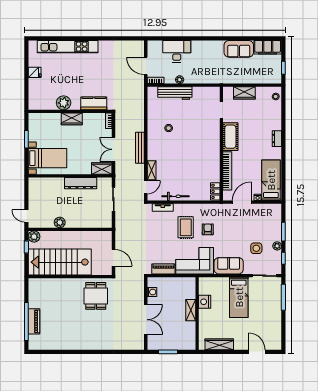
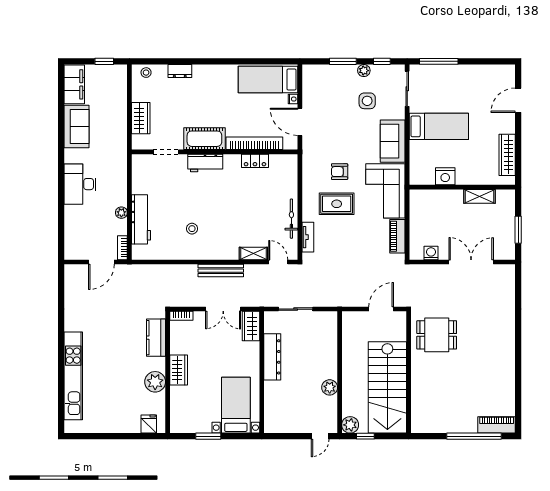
desk: (177, 51) -> (80, 184), moved
fridge: (35, 72) -> (149, 424), moved
workbench: (214, 137) -> (205, 163), added
dresser: (277, 139) -> (180, 71), moved
locker: (215, 191) -> (255, 161), moved
shelving: (191, 310) -> (479, 196), moved
piano: (34, 321) -> (497, 425), moved

